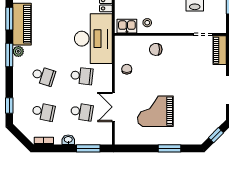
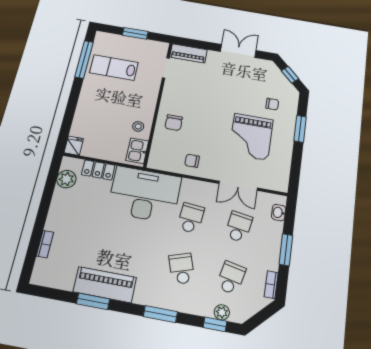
plant: (18, 51) -> (222, 312), moved
window: (9, 55) -> (160, 314), moved
school desk: (43, 76) -> (182, 269), turned -36
chair: (187, 124) -> (272, 104), added
washbasin: (68, 140) -> (279, 213), moved
window: (88, 148) -> (286, 250), moved

